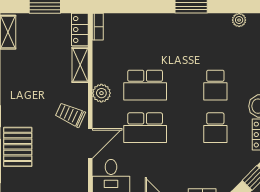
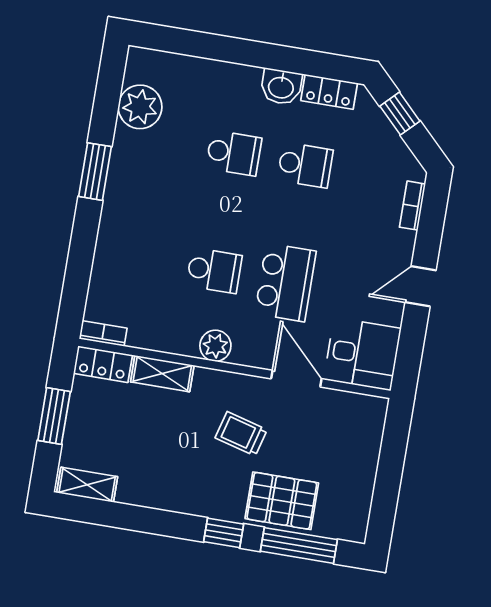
plant: (239, 20) -> (140, 107), width x1.88, depth x1.88
school desk: (145, 85) -> (214, 271), width x0.54
trolley: (70, 115) -> (241, 434), moved, turned 81

